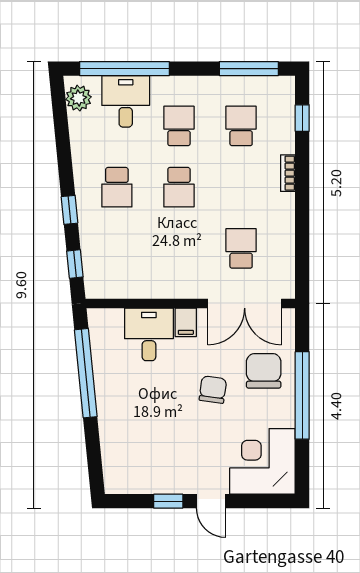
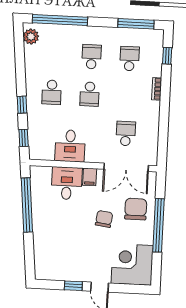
desk: (126, 101) -> (70, 146), moved, turned 180

